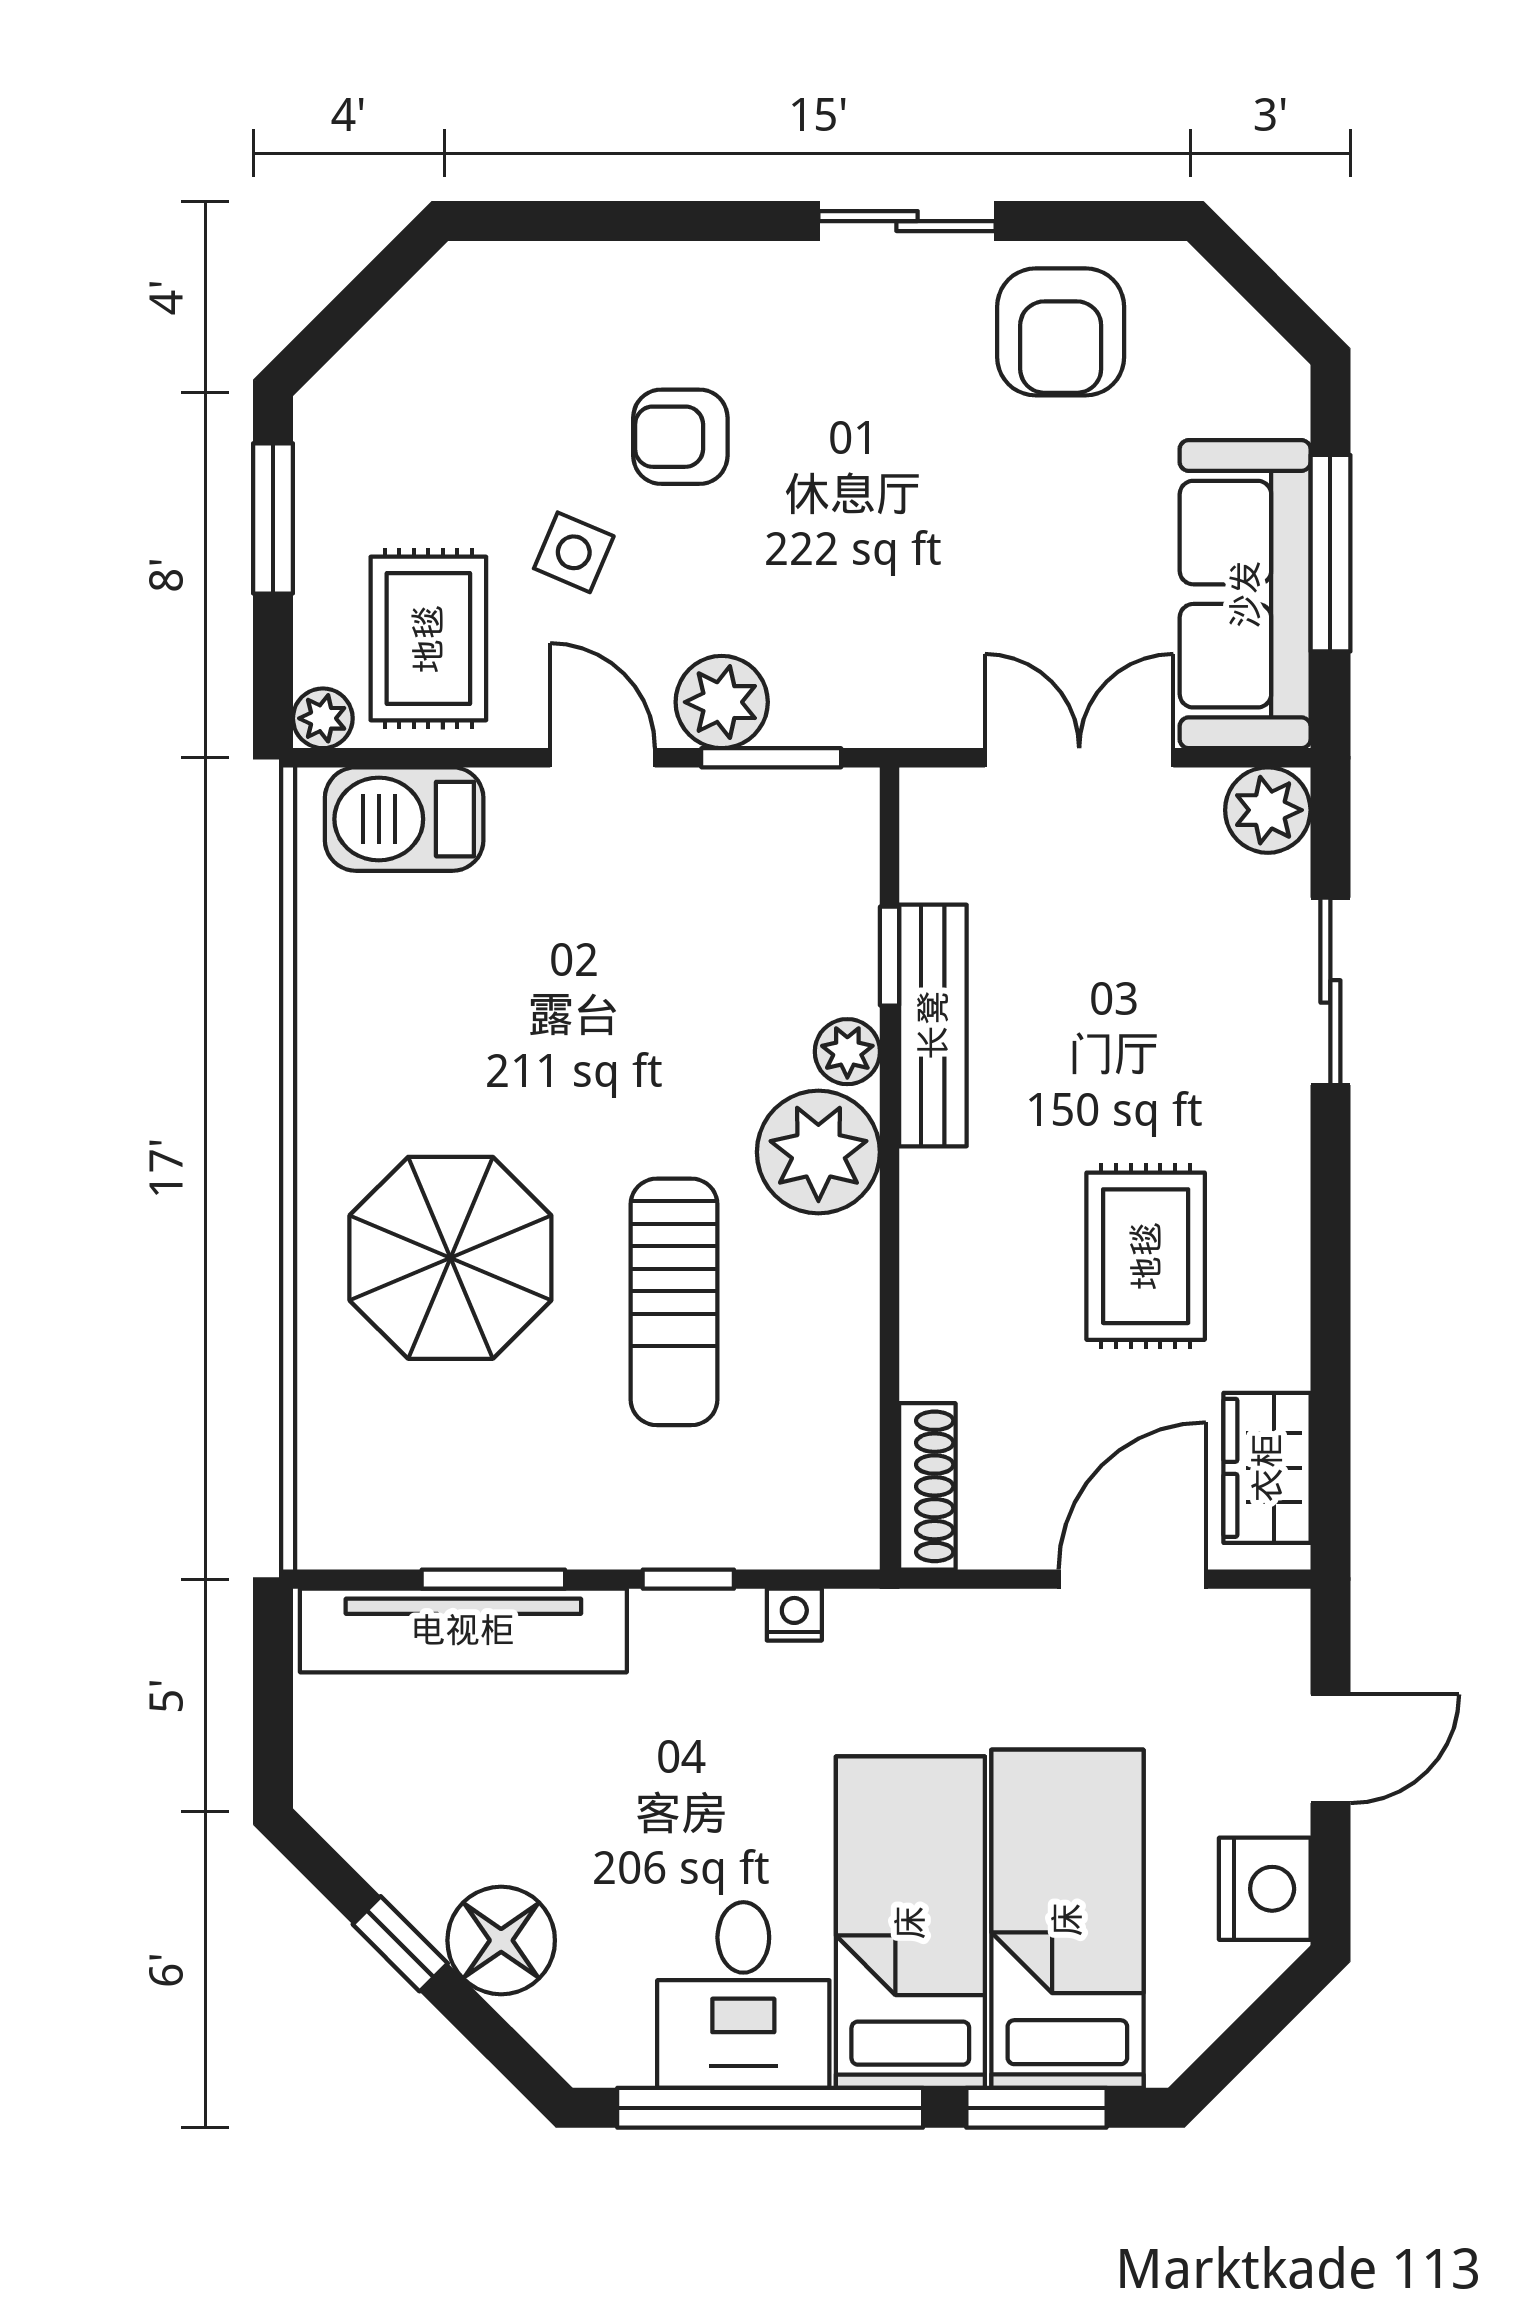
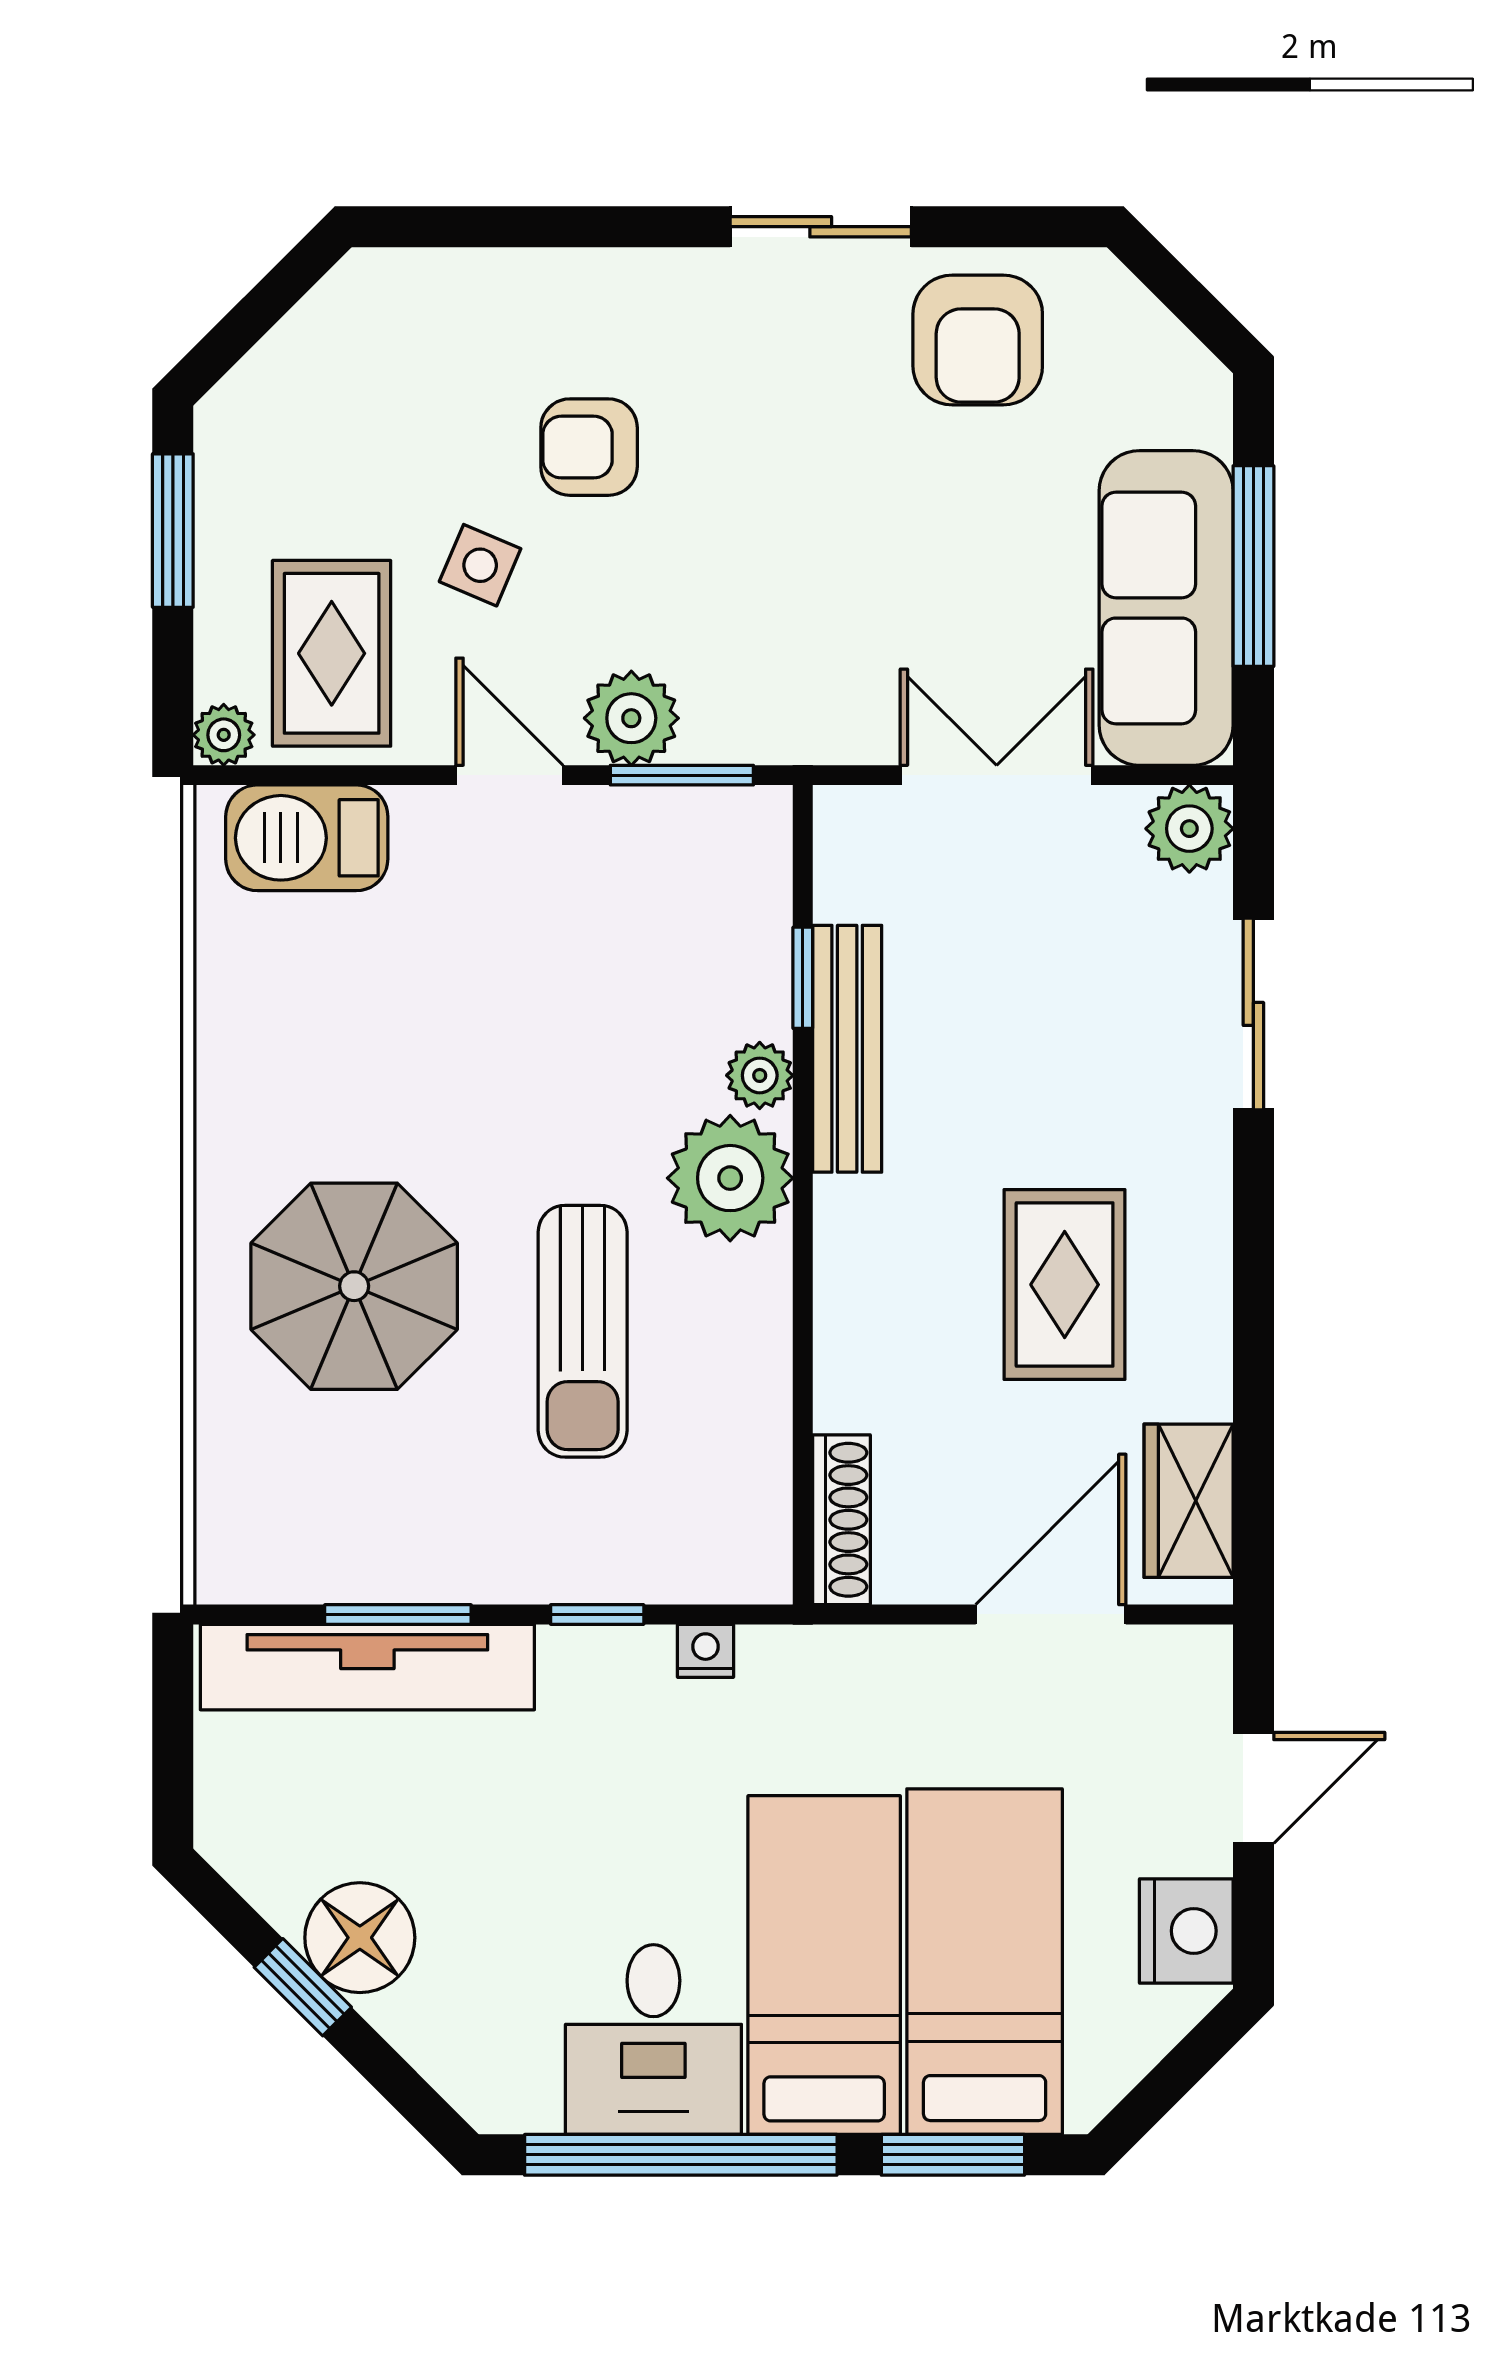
floor lamp: (501, 1940) -> (360, 1938), moved

